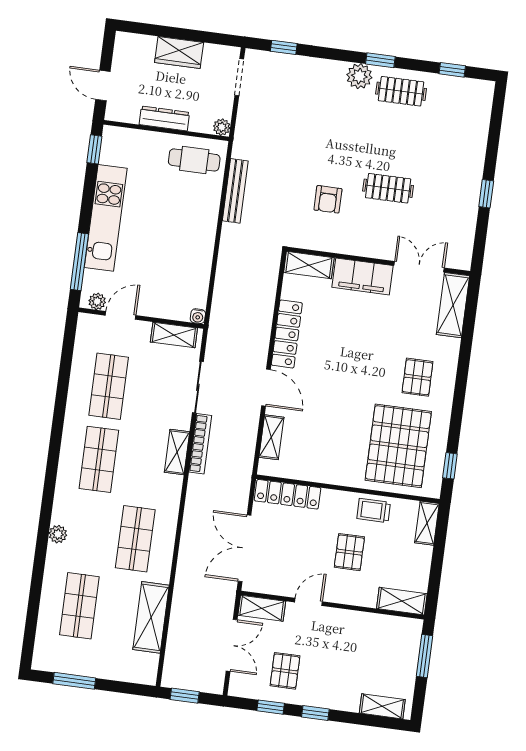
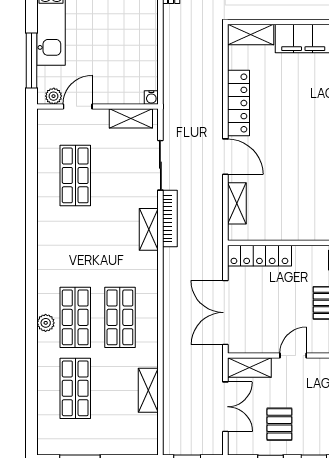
shop shelf: (99, 459) -> (75, 317), moved
shelving: (151, 617) -> (148, 390), width x0.67, depth x0.75

